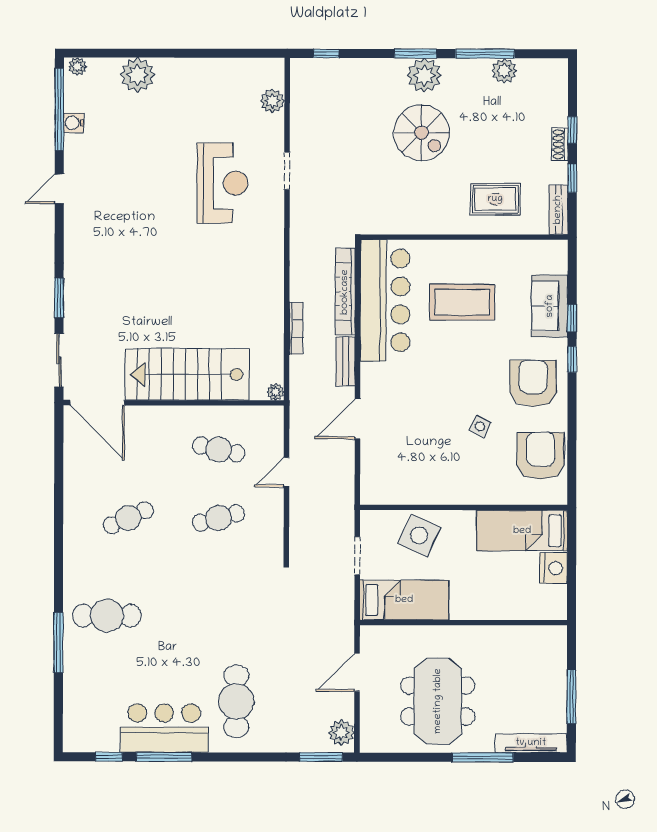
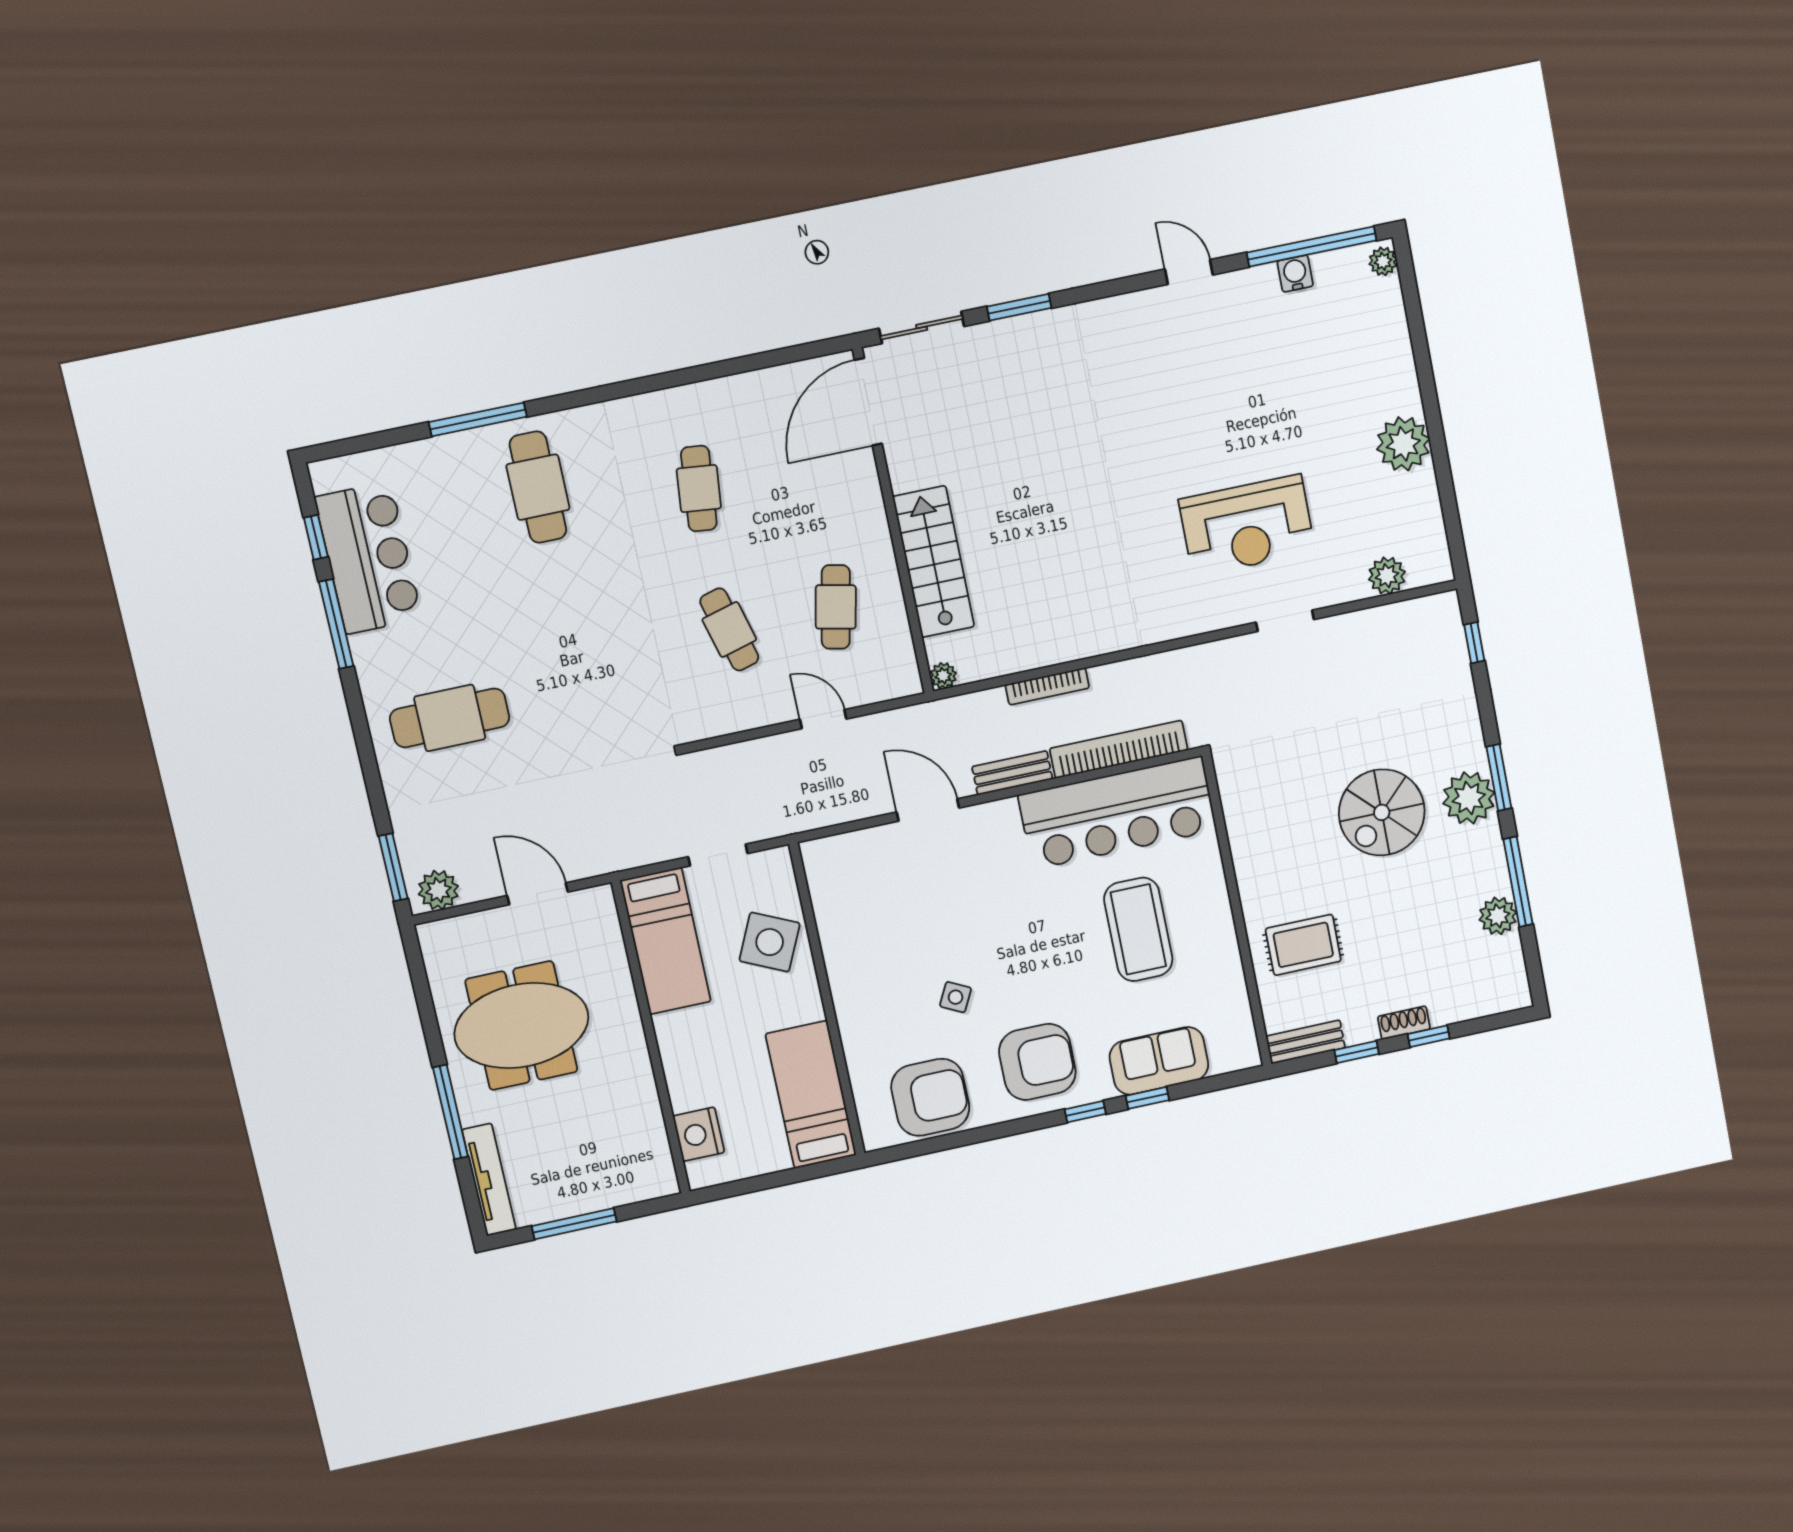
plant: (138, 75) -> (1403, 444), moved
rug: (495, 199) -> (1303, 945), turned 90
stairs: (187, 374) -> (934, 562), width x0.73, depth x0.66
cafe table: (128, 518) -> (699, 489), turned 30
nightstand: (553, 568) -> (699, 1134), moved, turned 90
bar counter: (164, 728) -> (368, 558), moved

